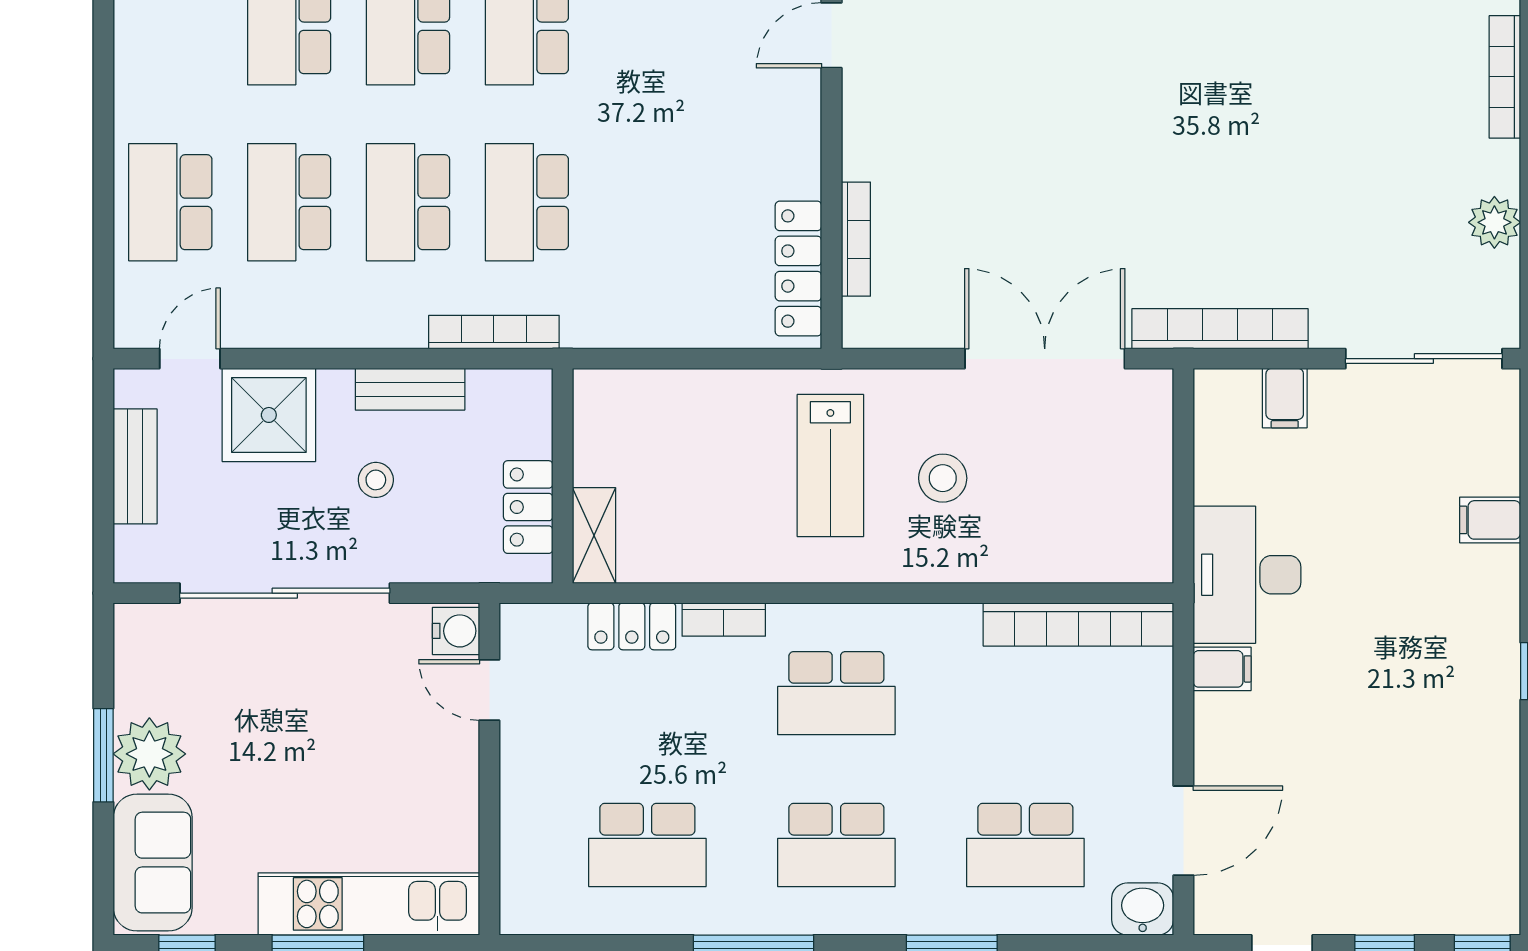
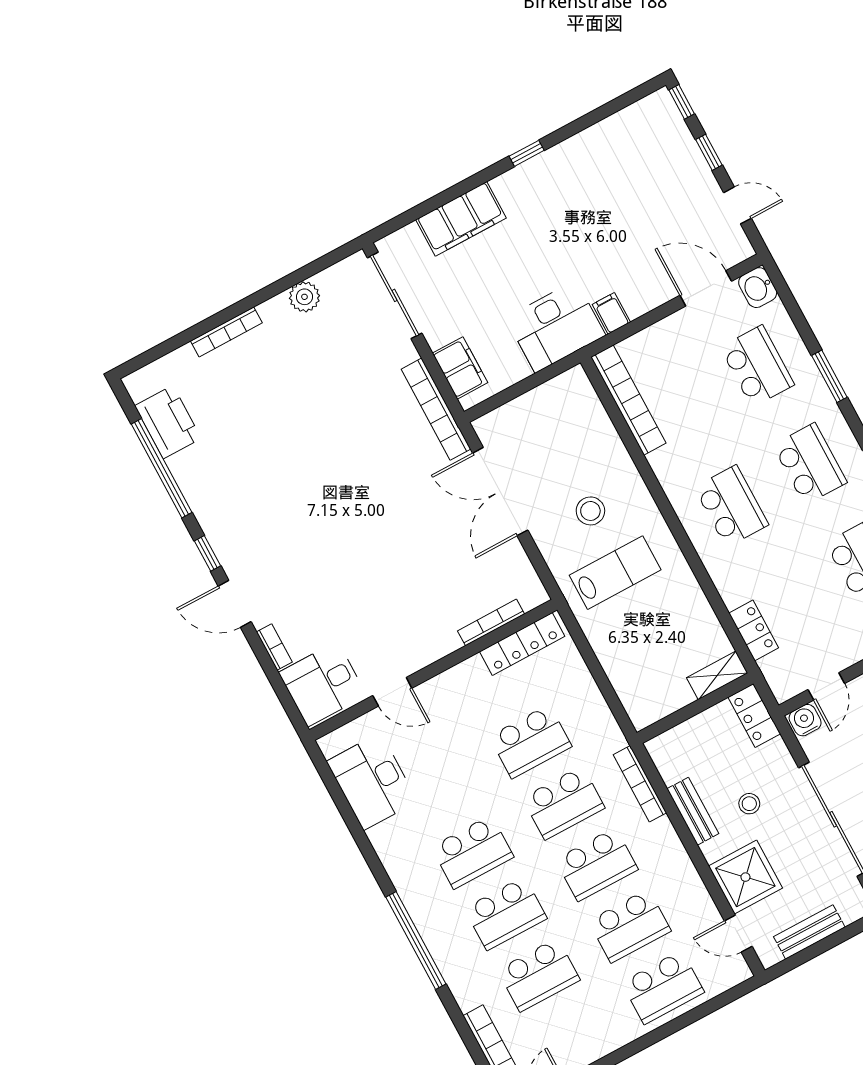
school desk: (646, 202) -> (530, 741), added
filing cabinet: (1285, 398) -> (460, 368), width x2.00
locker: (528, 507) -> (754, 715), moved, turned 90
filing cabinet: (1490, 520) -> (461, 219), width x3.00, depth x1.17
bookcase: (724, 620) -> (725, 585), removed

